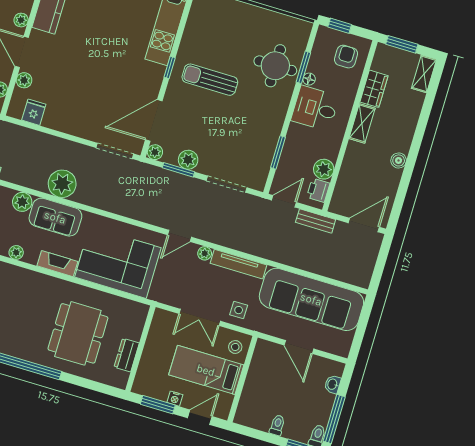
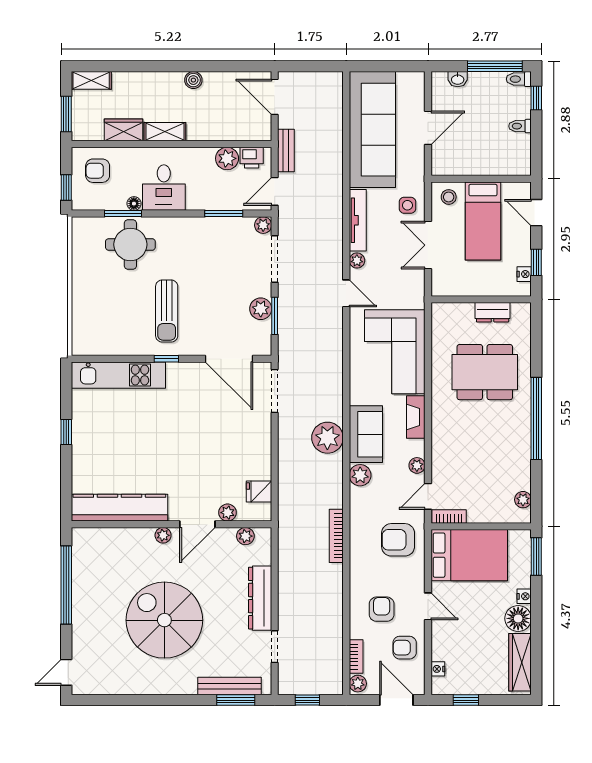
plant: (155, 152) -> (263, 225), moved
door: (284, 201) -> (275, 191), hinge flipped
double door: (200, 317) -> (428, 245), swing flipped
nightstand: (175, 399) -> (524, 274), moved
window: (158, 405) -> (536, 262), width x0.67

